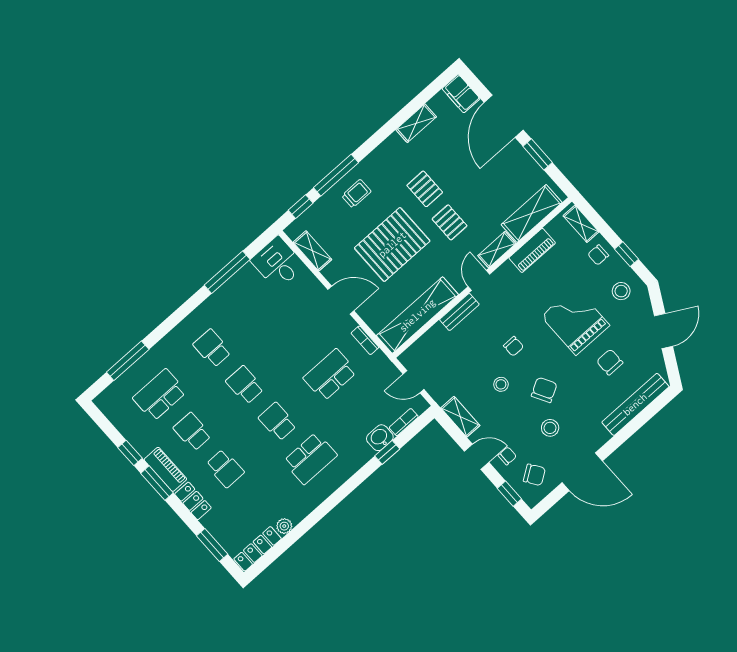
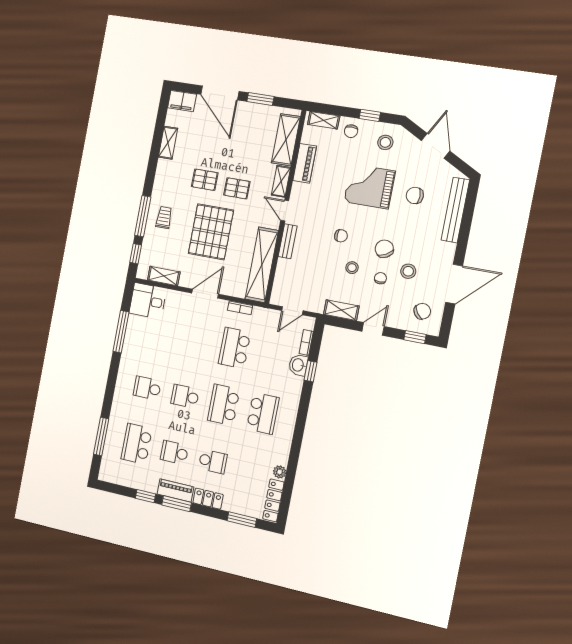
school desk: (278, 422) -> (224, 405), width x1.85
chair: (507, 456) -> (380, 278), moved

